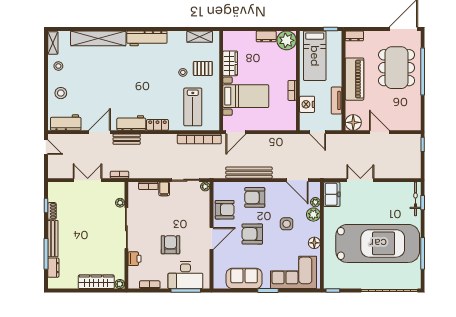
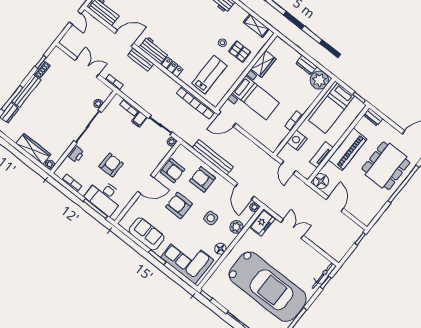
lab bench: (193, 107) -> (209, 75), turned 180
plant: (315, 202) -> (254, 207), moved

